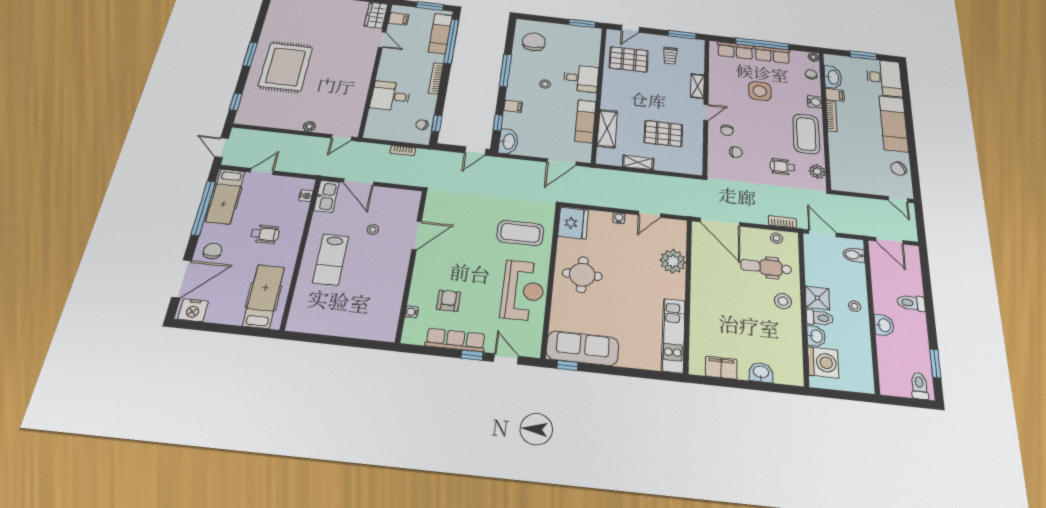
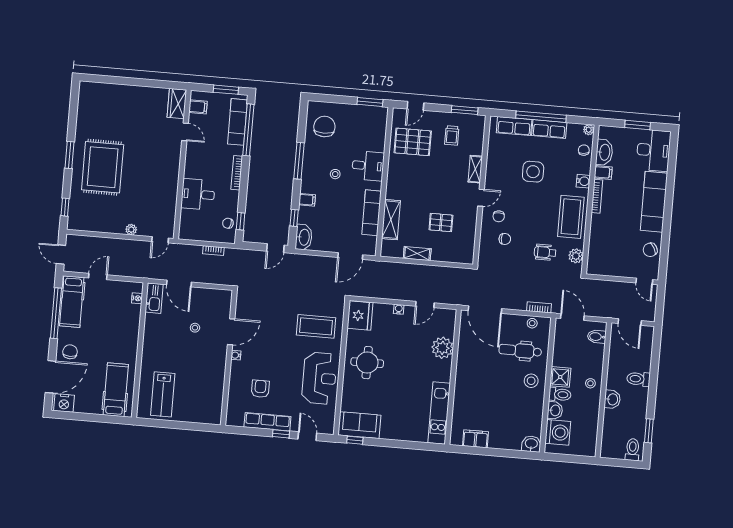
pallet: (663, 134) -> (441, 222), width x0.67, depth x0.71
wheelchair: (265, 234) -> (109, 335), removed
lab bench: (331, 259) -> (163, 394), moved
water cooler: (412, 312) -> (236, 355), moved
sofa: (583, 348) -> (359, 425), width x0.73
washbasin: (761, 372) -> (531, 444), moved

